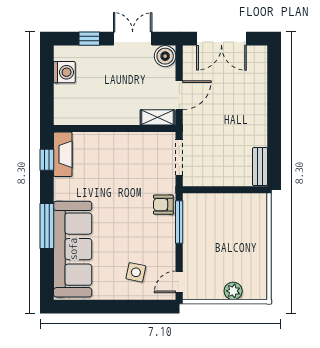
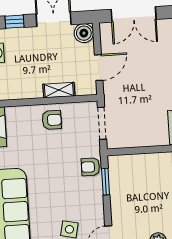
shelving: (158, 117) -> (59, 90), moved
armchair: (124, 150) -> (52, 120), added
window: (179, 222) -> (106, 182), width x0.69

